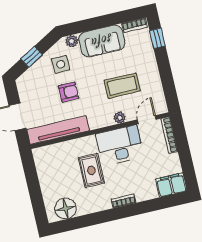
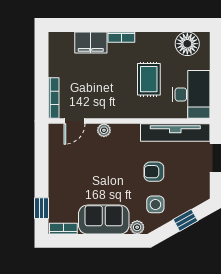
coffee table: (122, 86) -> (93, 165), removed
desk: (120, 145) -> (191, 94), moved, turned -90
filing cabinet: (171, 185) -> (91, 42), moved

